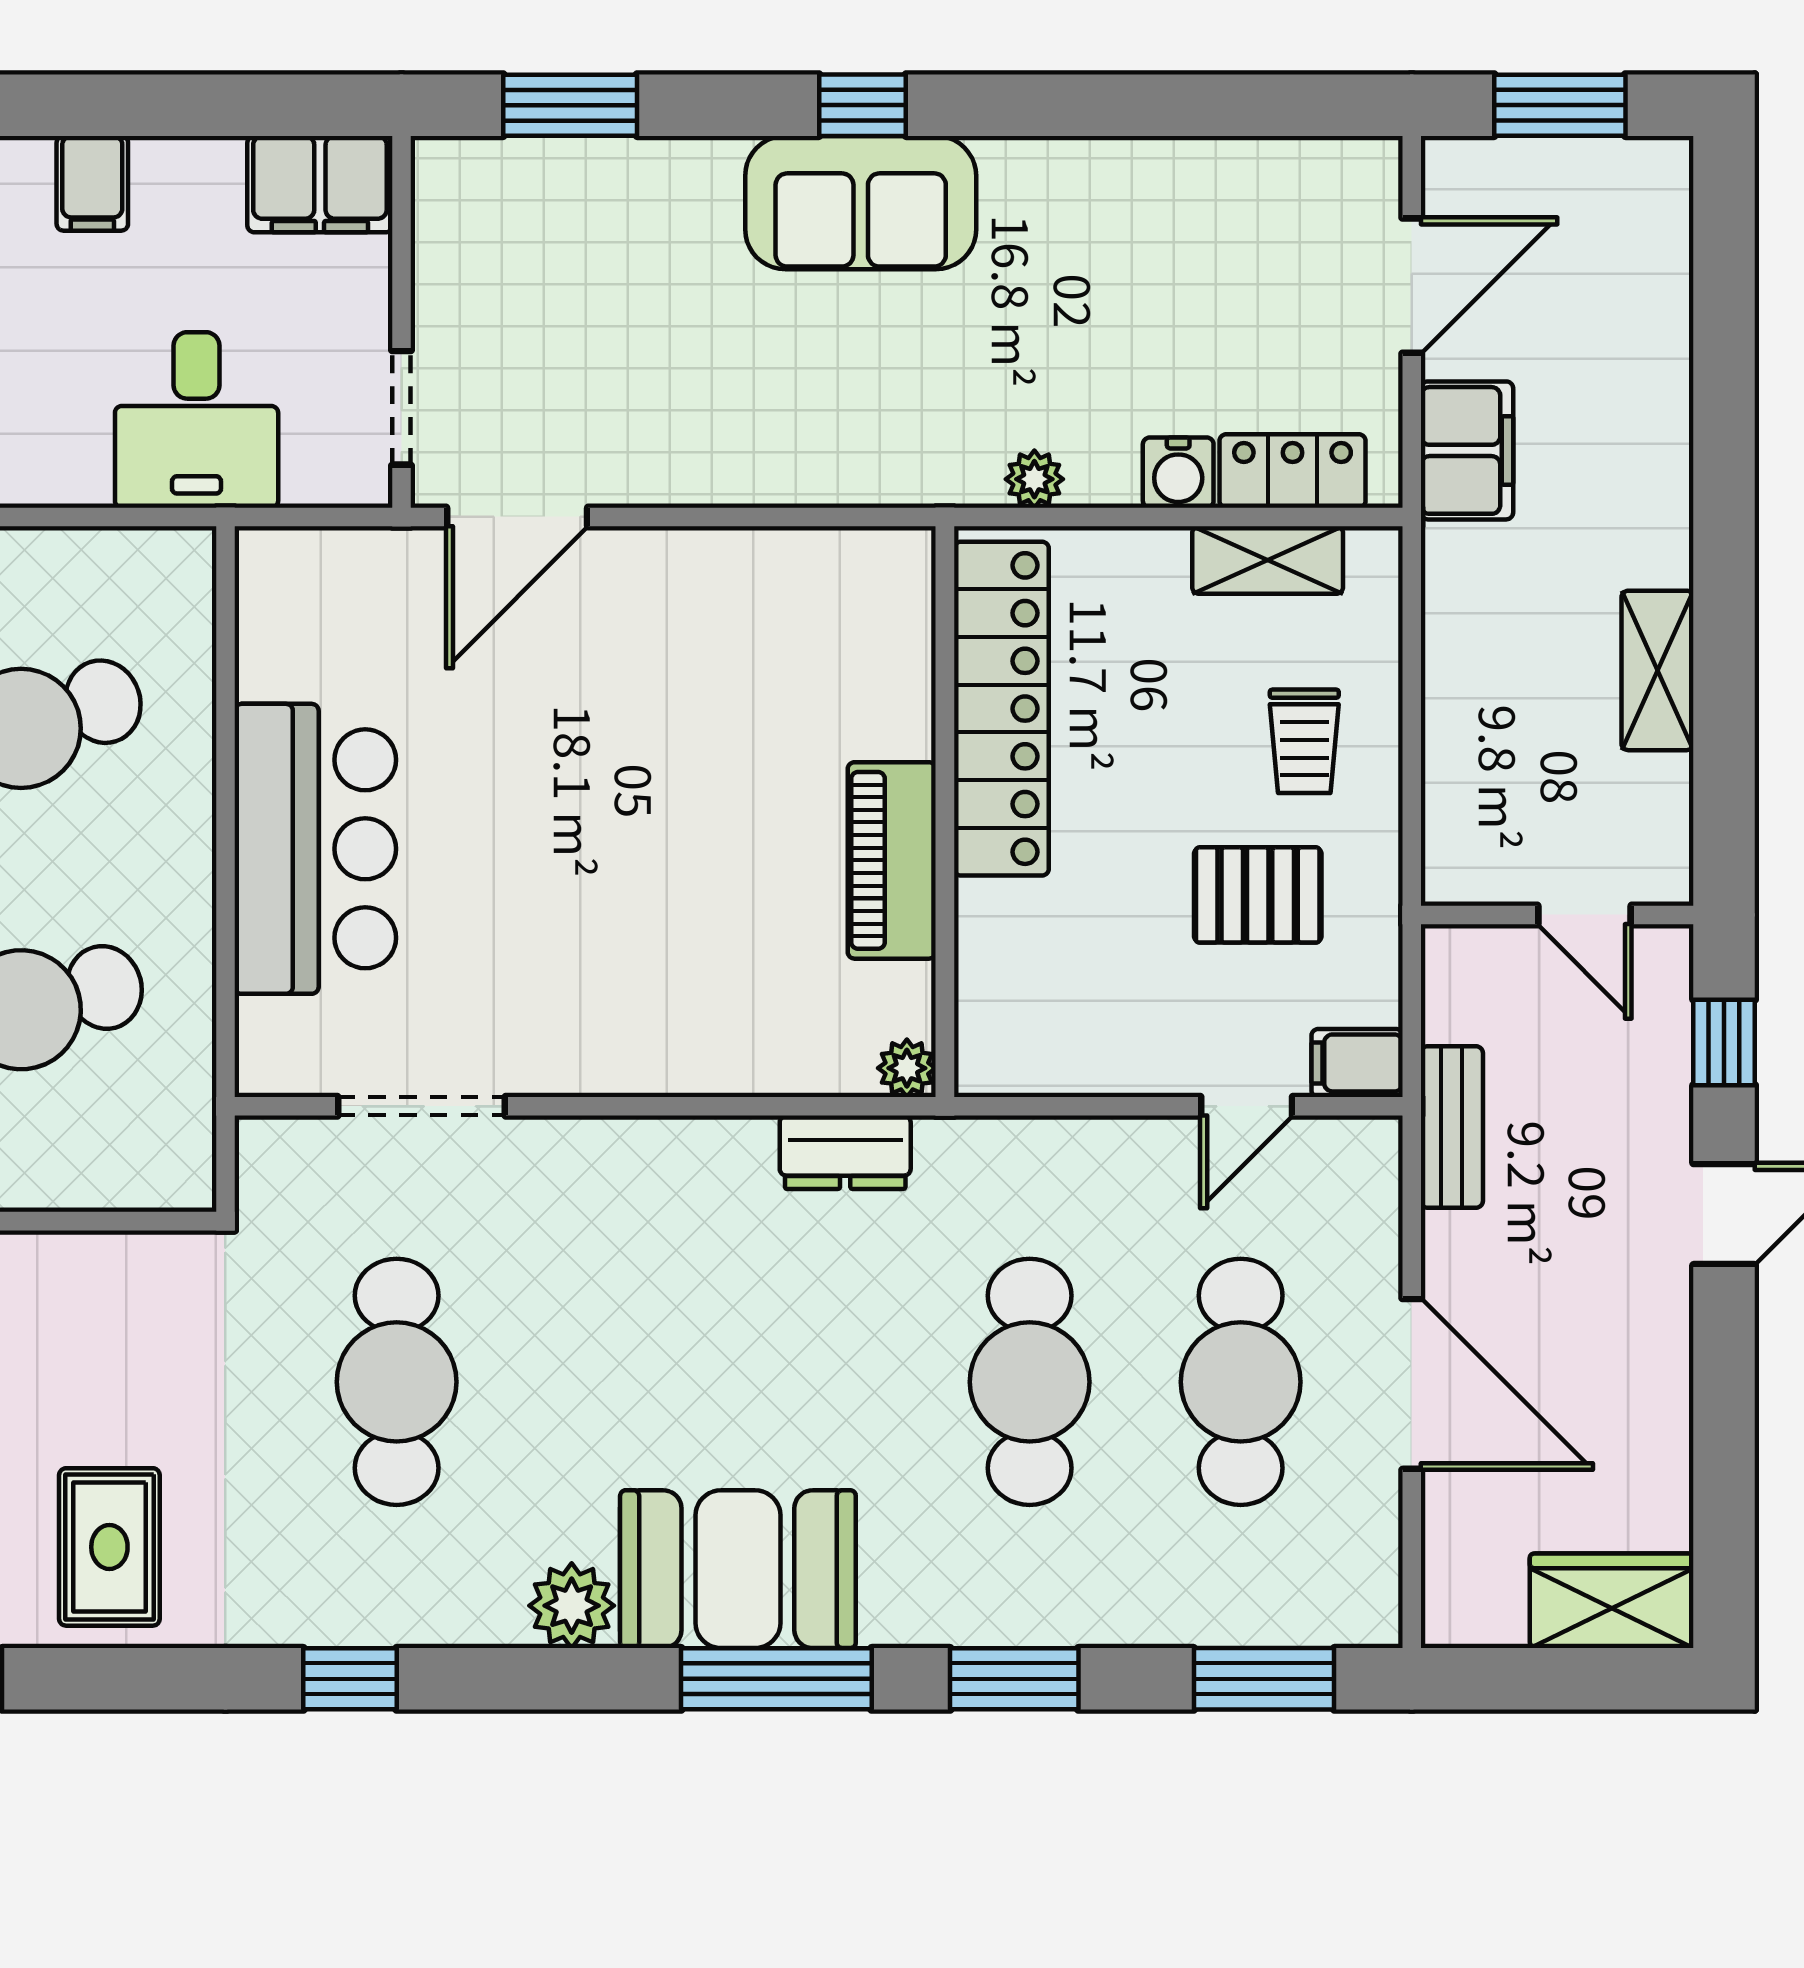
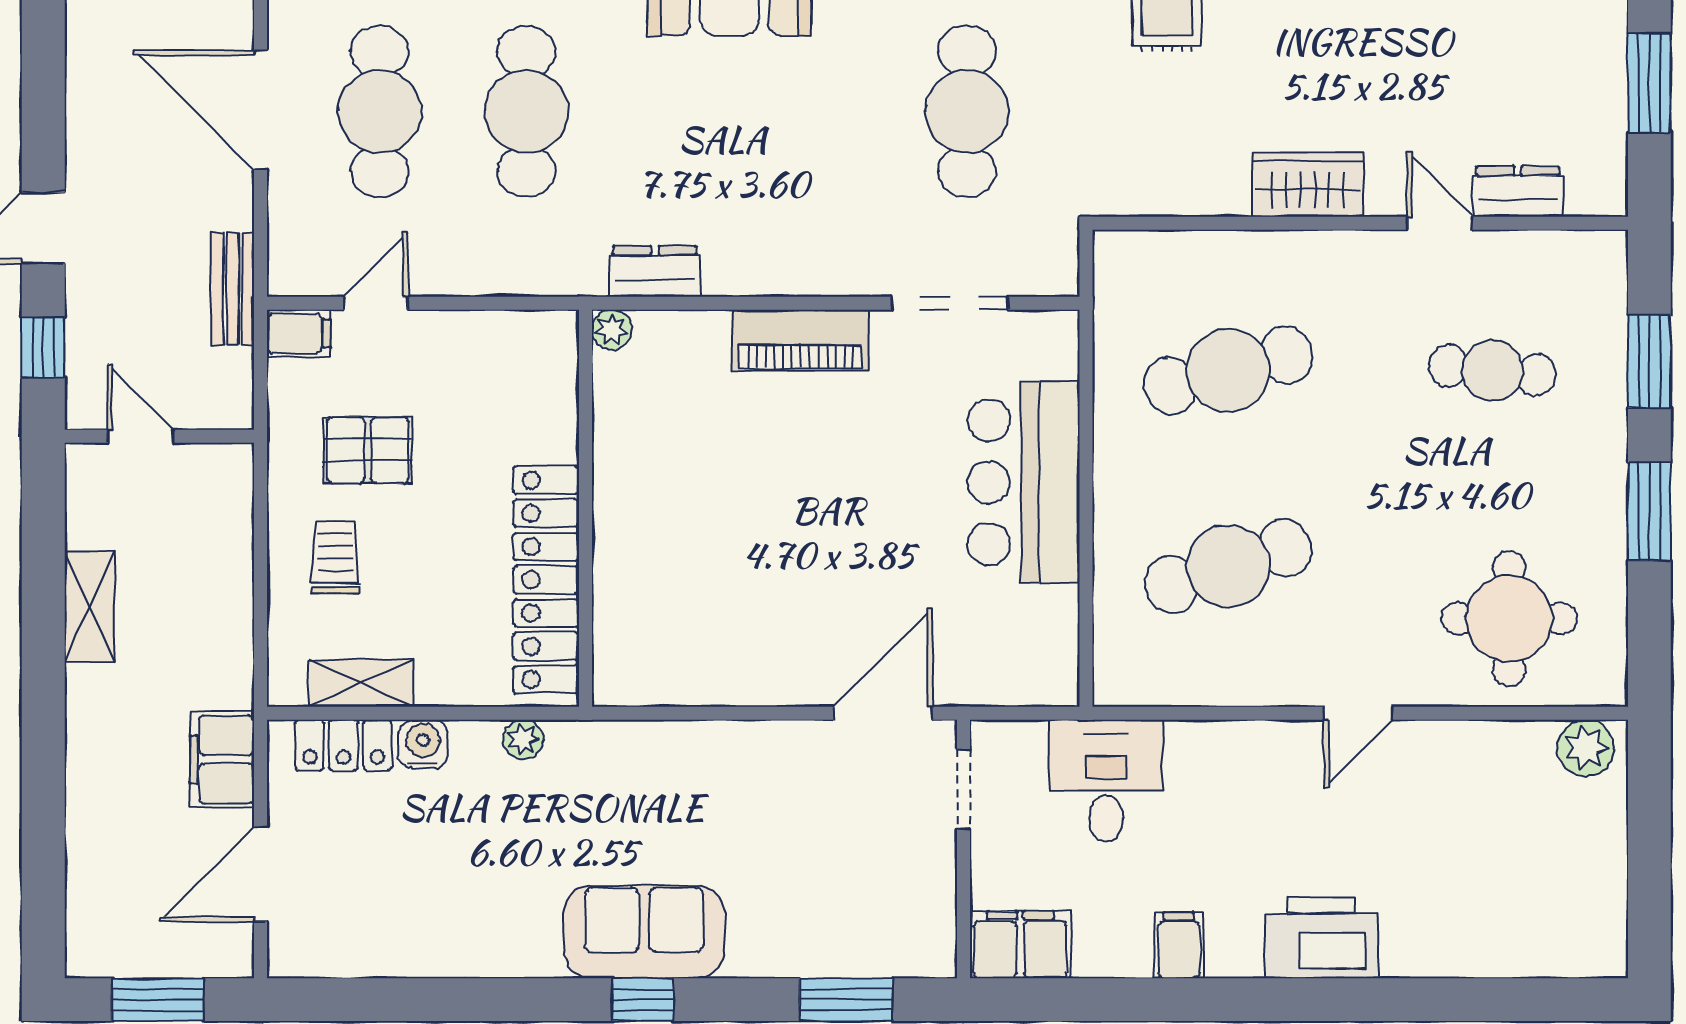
piano: (892, 860) -> (800, 340), moved, turned 90

